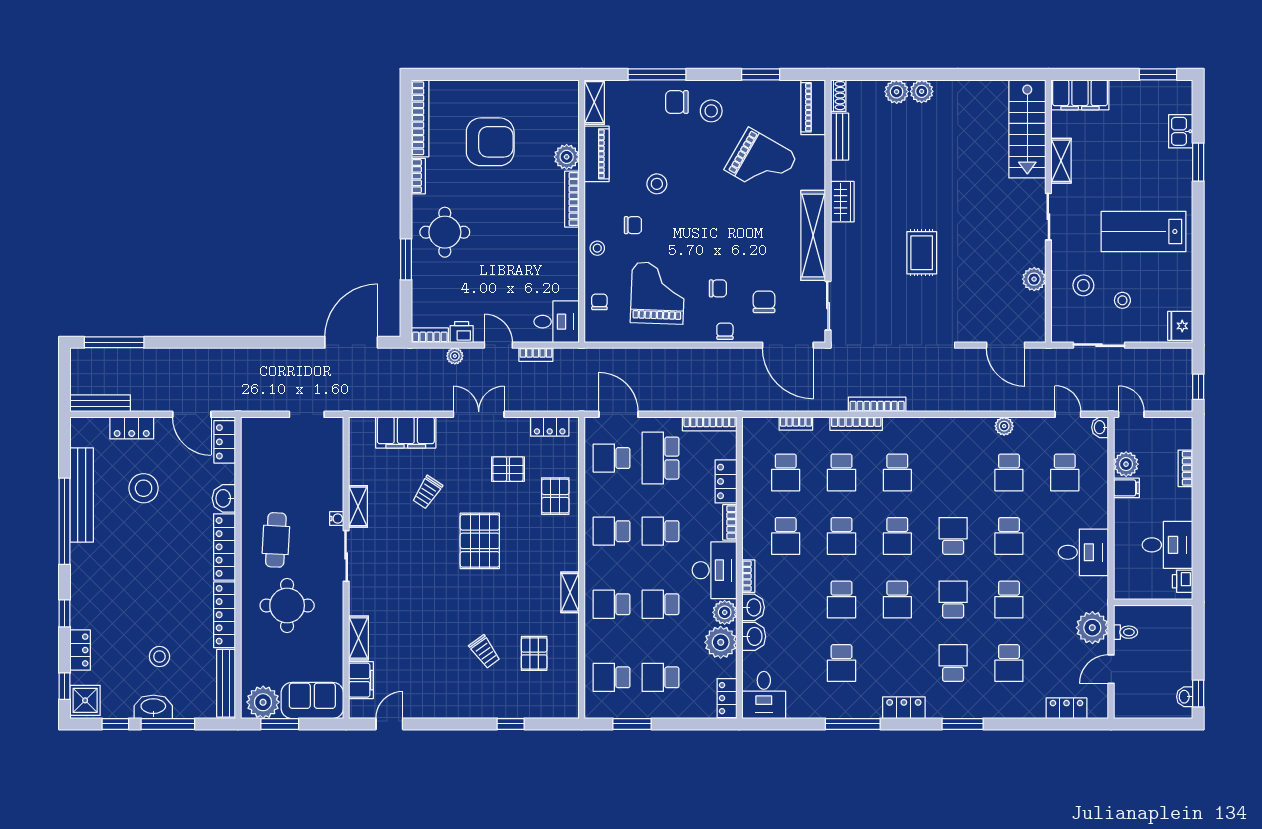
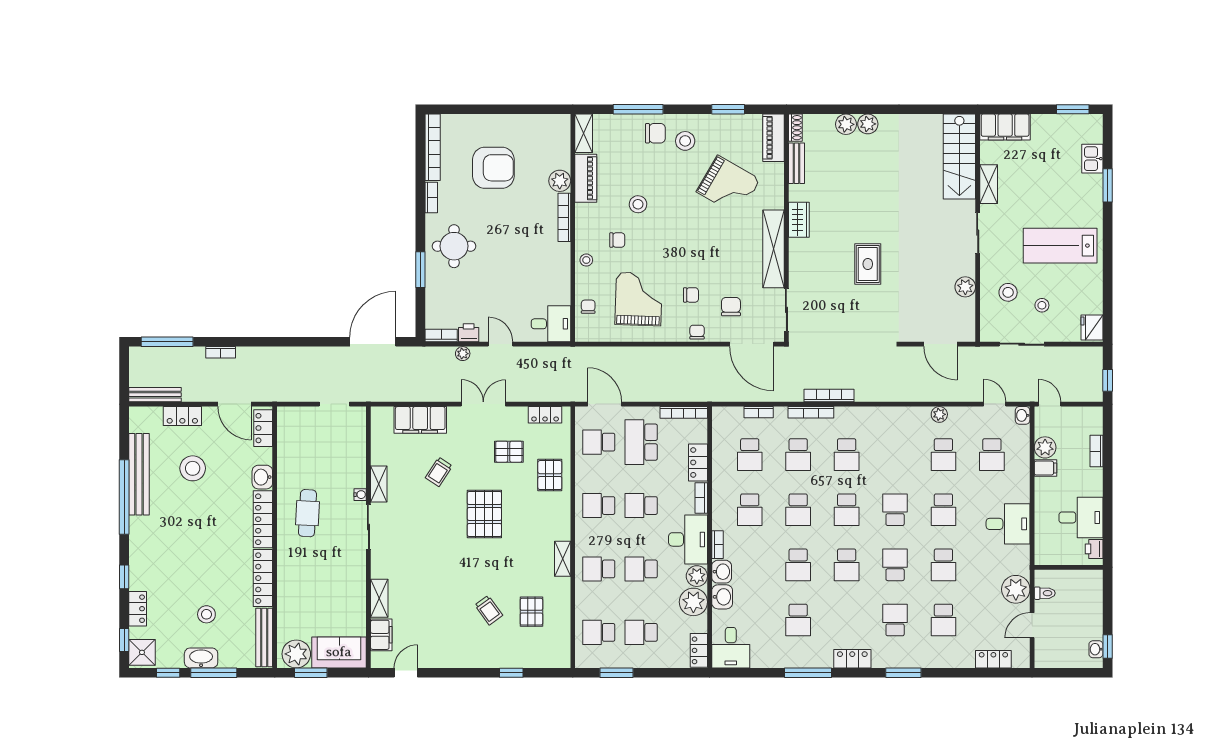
chair: (677, 102) -> (655, 133), turned 180
bookcase: (536, 355) -> (221, 352), moved
round table: (287, 605) -> (317, 570), removed

